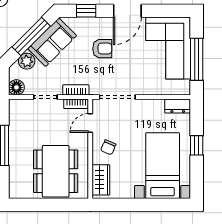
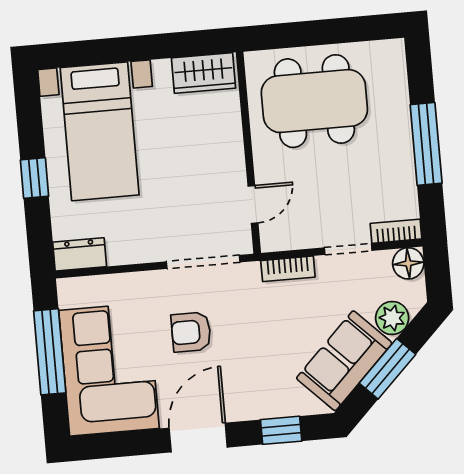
window: (31, 36) -> (387, 369), width x0.69
armchair: (102, 49) -> (191, 332), moved
bookcase: (76, 104) -> (396, 231), moved
chair: (108, 147) -> (212, 159), removed
dining table: (56, 171) -> (314, 101), turned 90
wardrobe: (101, 180) -> (204, 73), moved, turned -90

